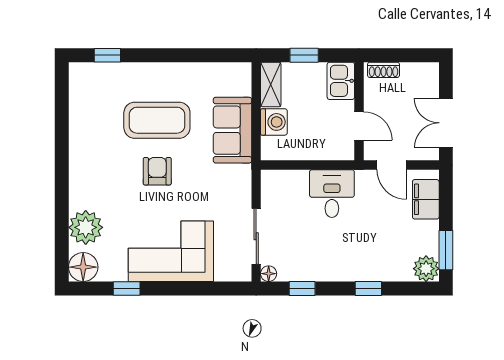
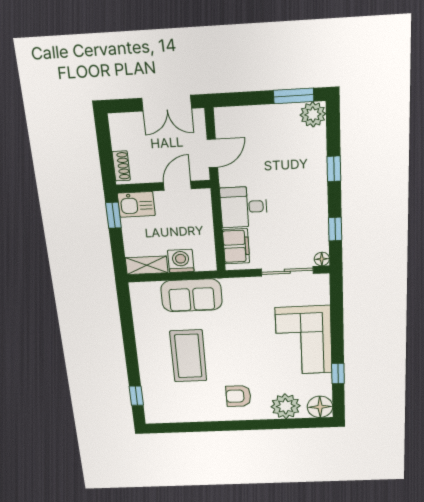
window: (304, 55) -> (113, 215), moved
armchair: (157, 171) -> (238, 396), moved
filing cabinet: (426, 199) -> (236, 246), moved, turned -90

